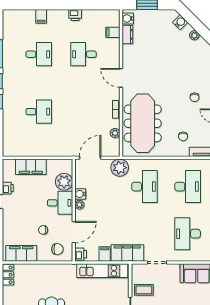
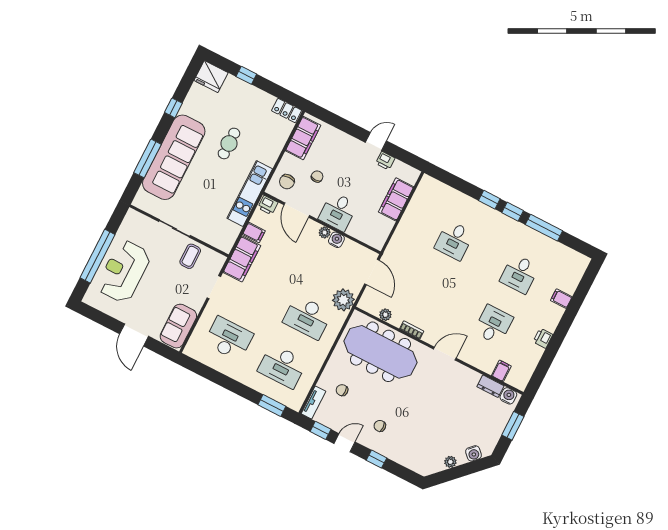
plant: (64, 182) -> (360, 228), removed
kitchen unit: (102, 271) -> (250, 194), moved

